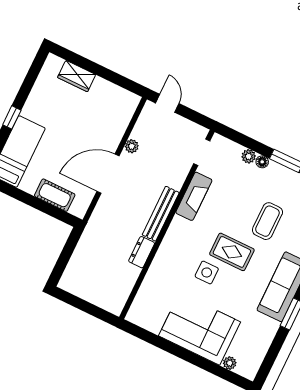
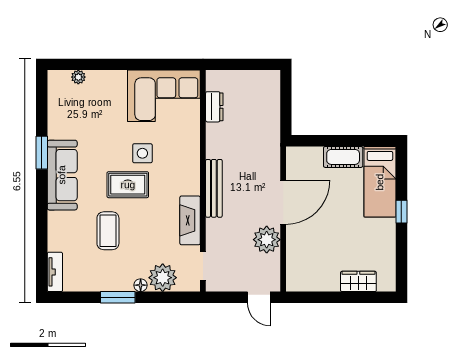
plant: (132, 146) -> (267, 240), width x1.87, depth x1.87
plant: (249, 156) -> (163, 278), width x1.88, depth x1.88
cot: (55, 195) -> (343, 157), moved
dresser: (142, 252) -> (214, 107), moved
corner sofa: (200, 329) -> (164, 96), moved

